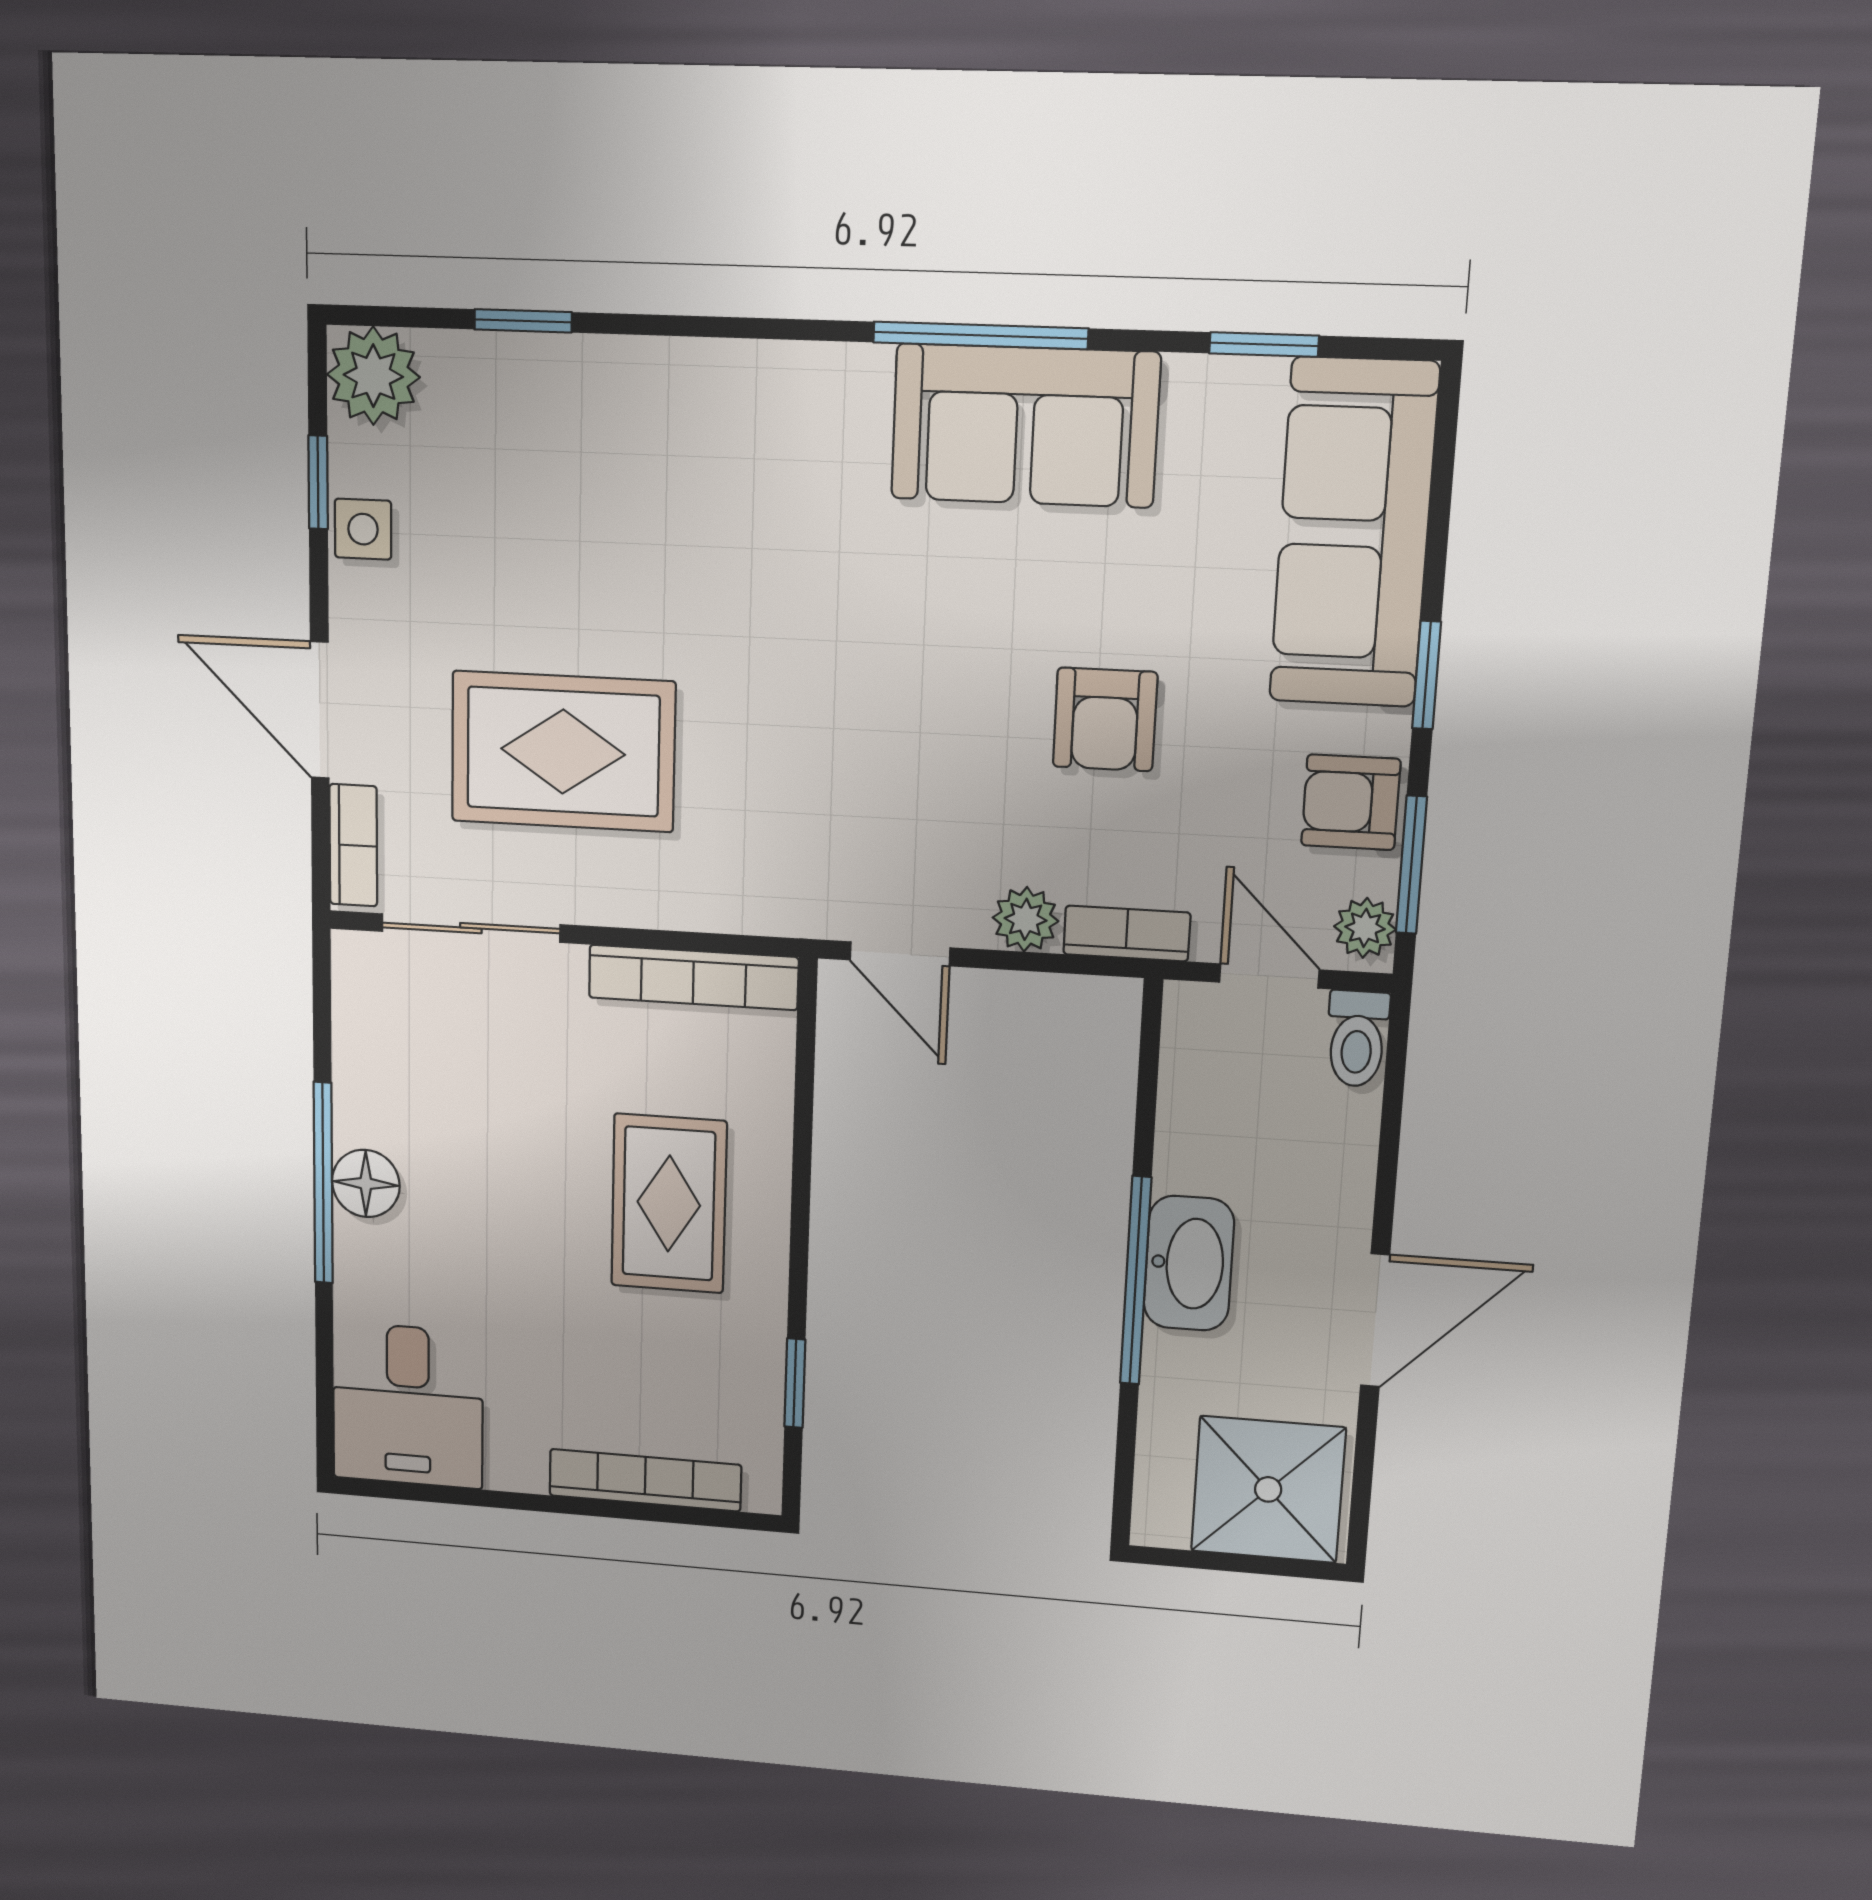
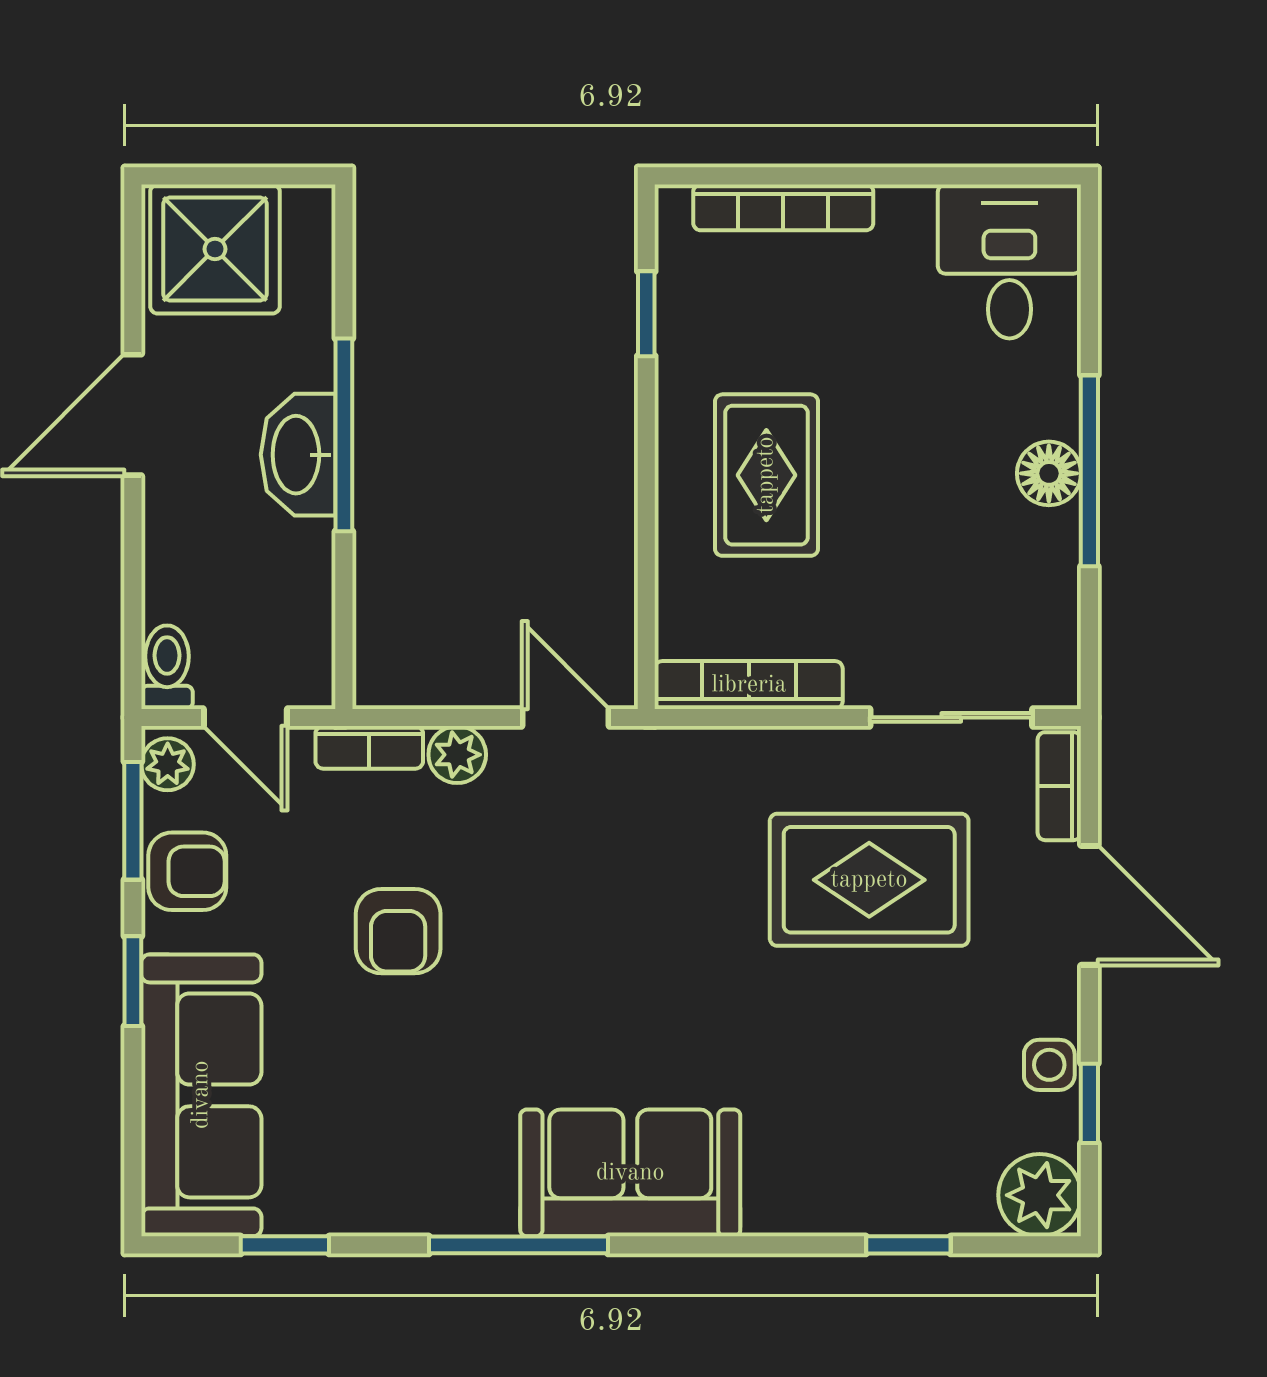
sofa: (1025, 426) -> (630, 1173), moved
armchair: (1105, 719) -> (398, 931), turned 180

